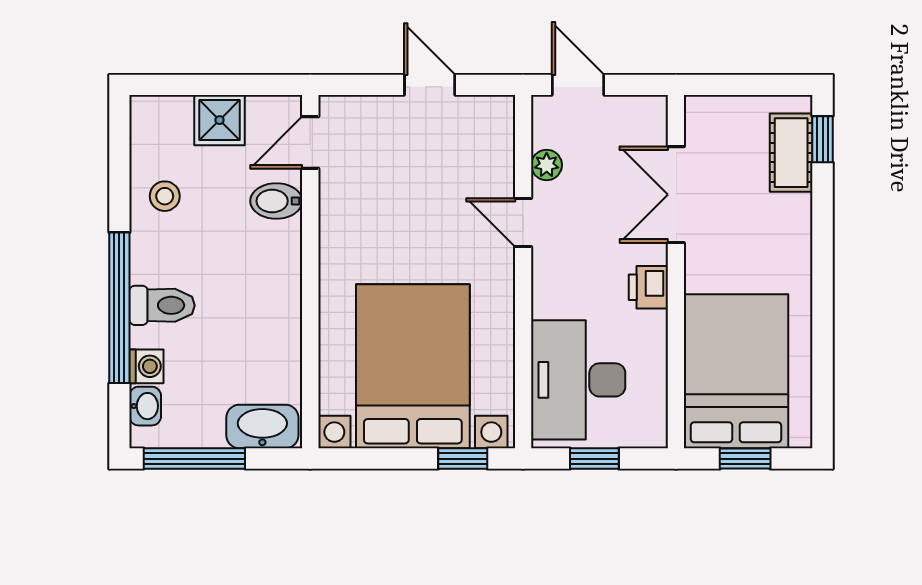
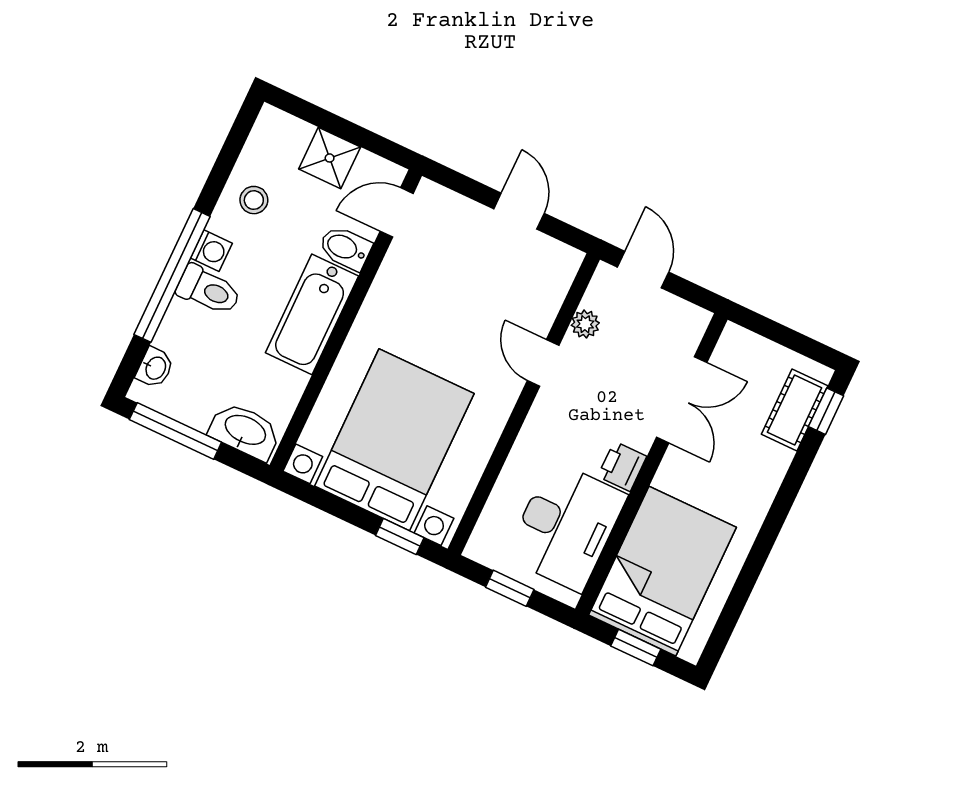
double door: (676, 195) -> (682, 400), swing flipped
bathtub: (274, 281) -> (312, 314), added
washing machine: (146, 366) -> (211, 251), moved
desk: (578, 380) -> (566, 526), moved, turned 180

